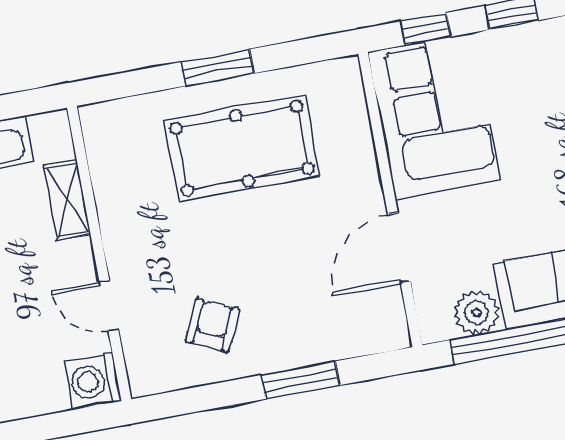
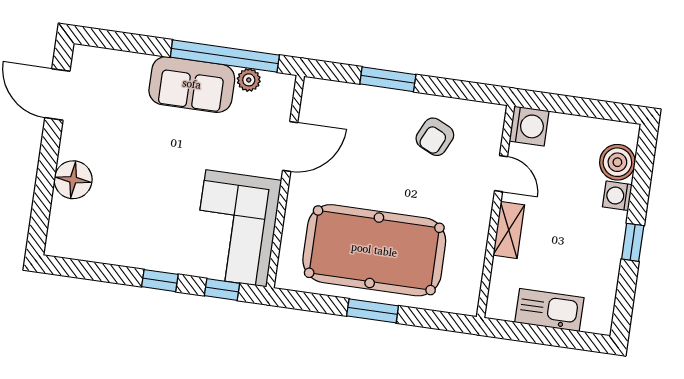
pool table: (242, 148) -> (374, 250), width x1.36, depth x1.32
shelving: (67, 200) -> (509, 230), moved
plant: (476, 313) -> (249, 80), width x0.73, depth x0.73

